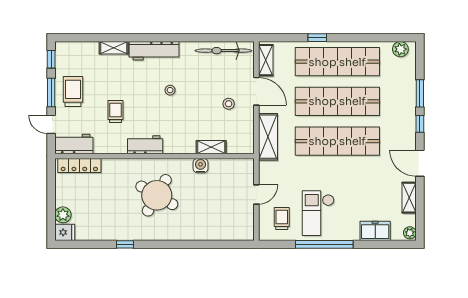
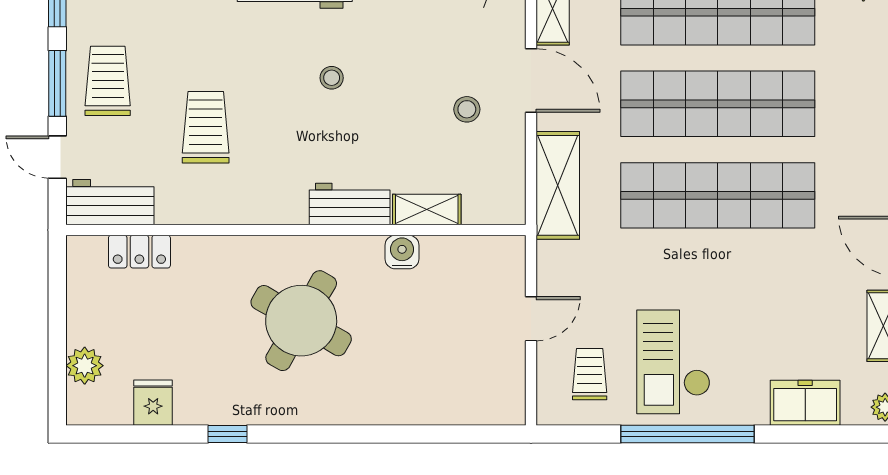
trolley: (115, 112) -> (206, 127), width x1.36, depth x1.39
workbench: (145, 145) -> (350, 204), moved
locker: (79, 165) -> (139, 252), width x0.66
fridge: (65, 232) -> (153, 403), moved, turned -90

